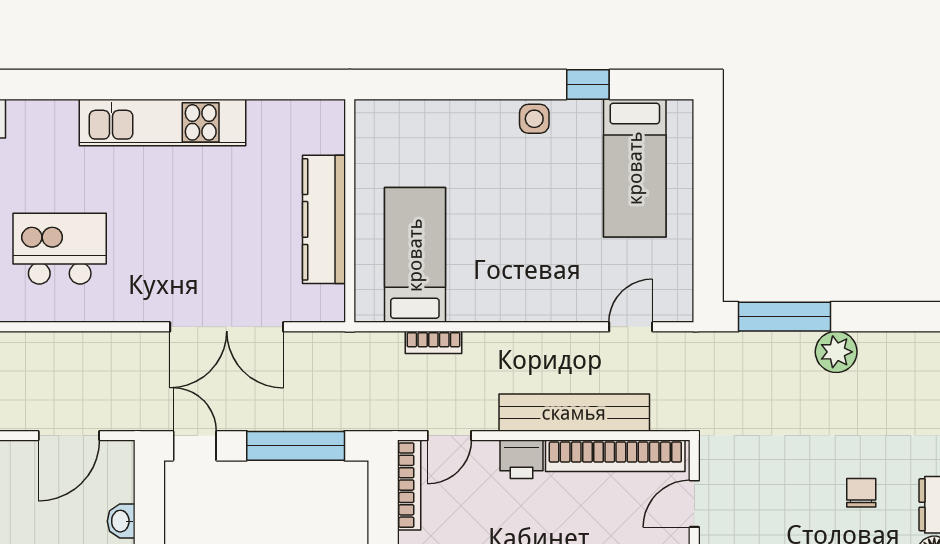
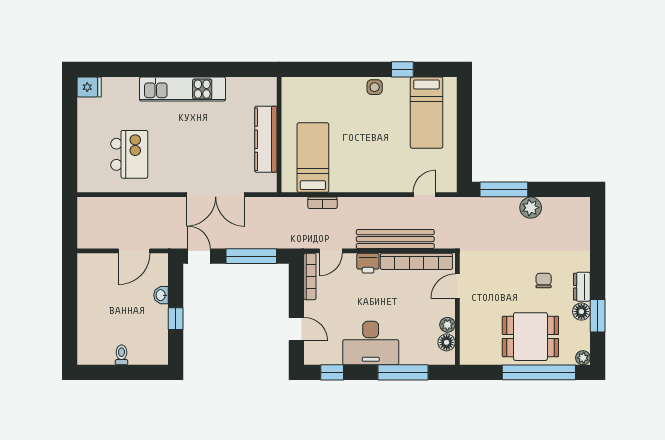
kitchen island: (60, 249) -> (129, 154), turned 90

